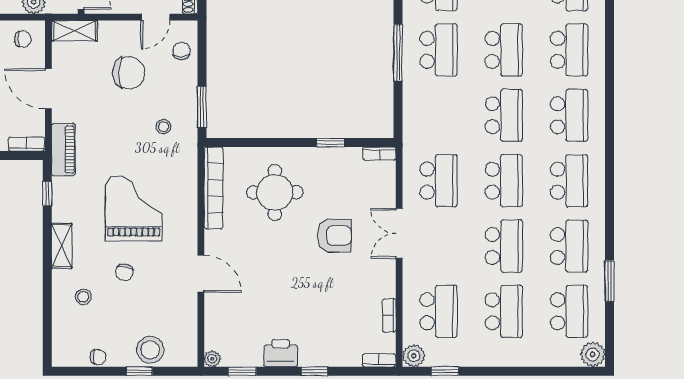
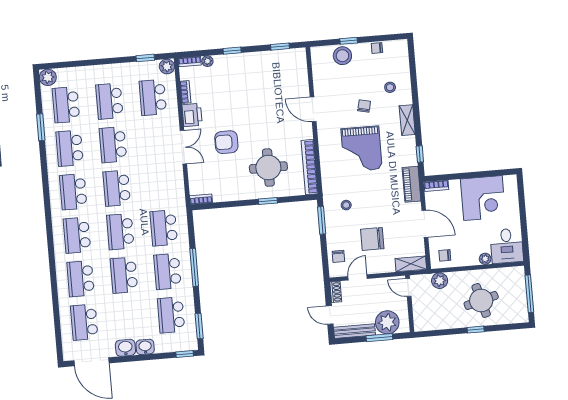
window: (330, 143) -> (268, 201), moved
school desk: (439, 181) -> (164, 228), moved
printer: (281, 353) -> (192, 115), moved, turned -90
plant: (212, 359) -> (207, 61), moved

